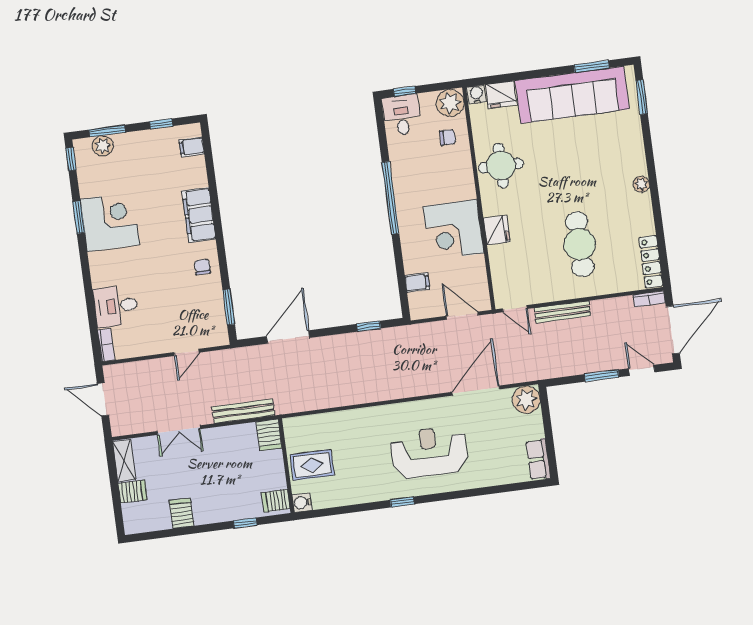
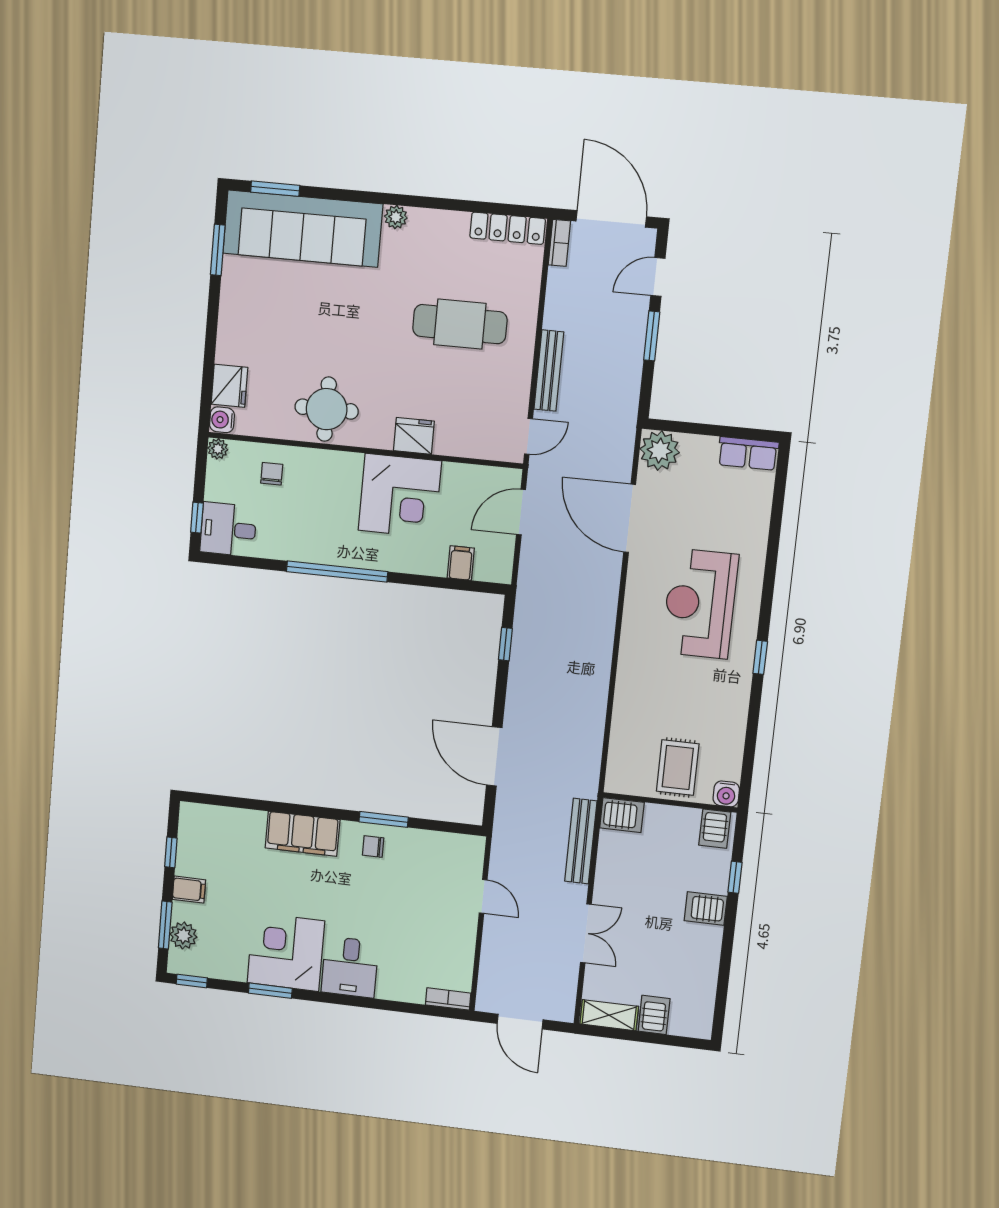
sofa: (572, 95) -> (303, 229), moved, turned 90
plant: (450, 103) -> (218, 449), width x0.53, depth x0.53
filing cabinet: (192, 147) -> (189, 890), moved, turned -90
desk: (116, 306) -> (350, 967), moved
window: (229, 307) -> (384, 819), moved
door: (103, 399) -> (520, 1022), hinge flipped
server rack: (181, 513) -> (706, 909), moved

